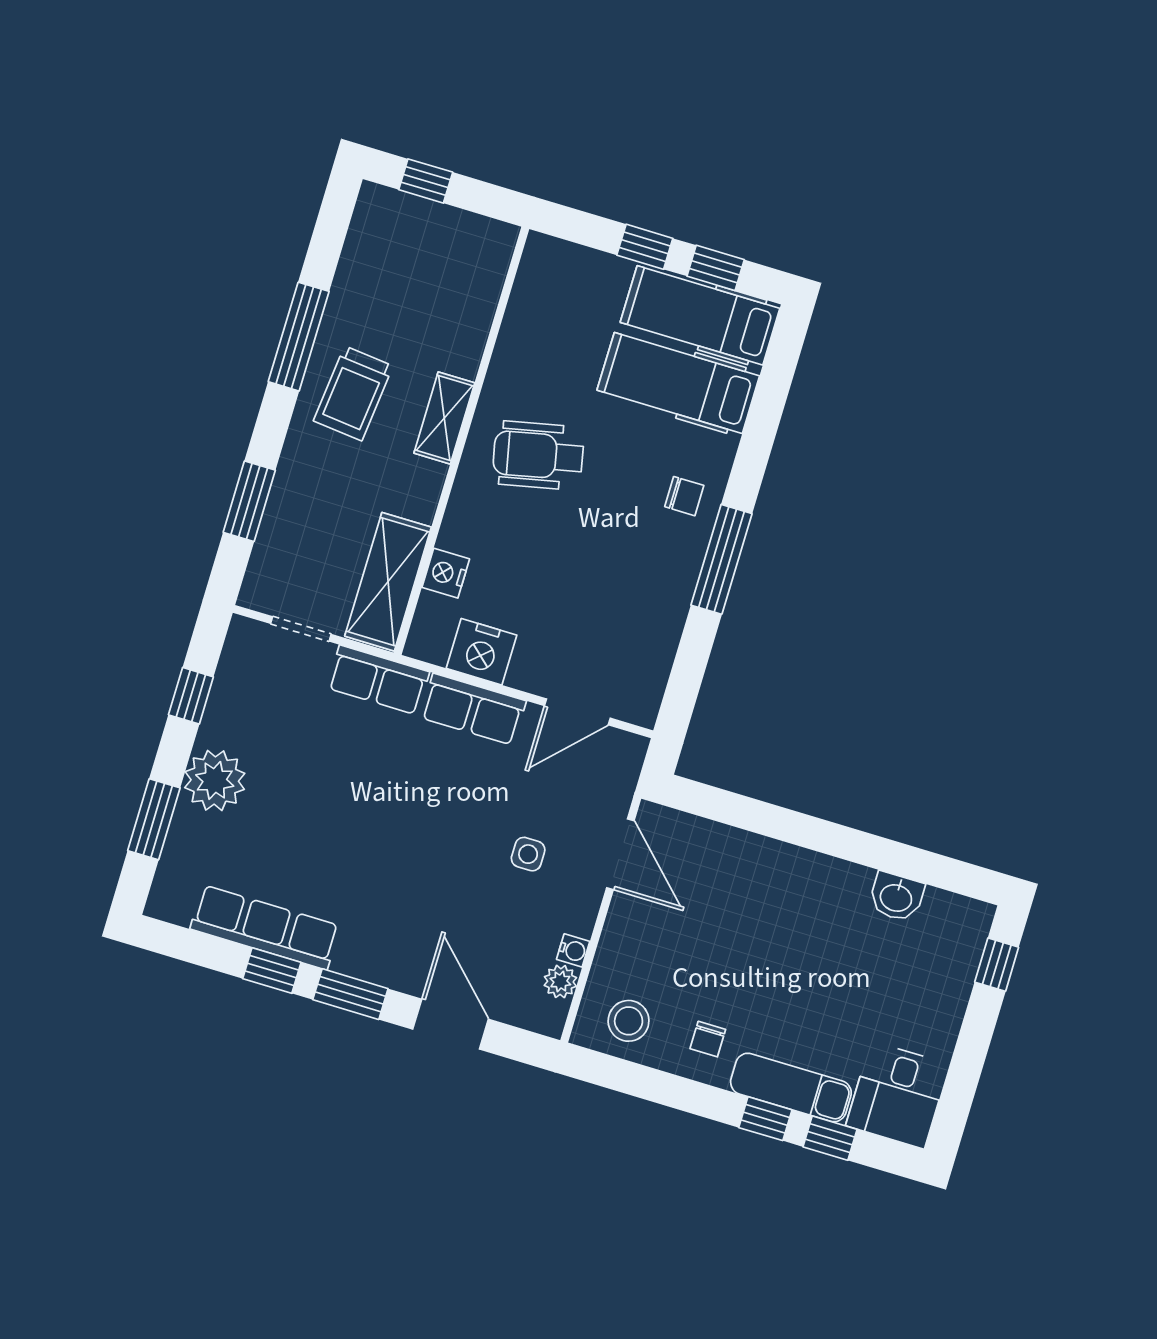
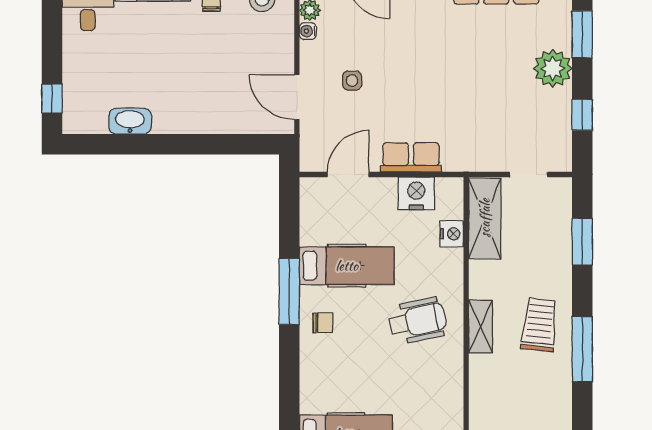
hospital bed: (678, 383) -> (347, 266), moved
chair: (684, 496) -> (323, 323), turned 180
row of seats: (378, 680) -> (473, 158), removed
washbasin: (896, 897) -> (130, 121), width x1.38

